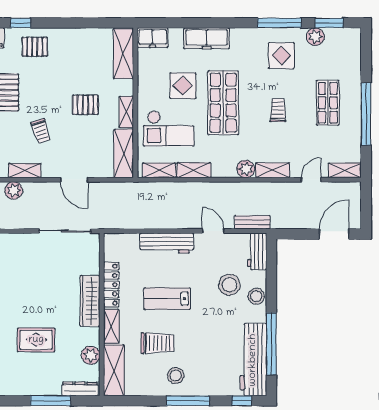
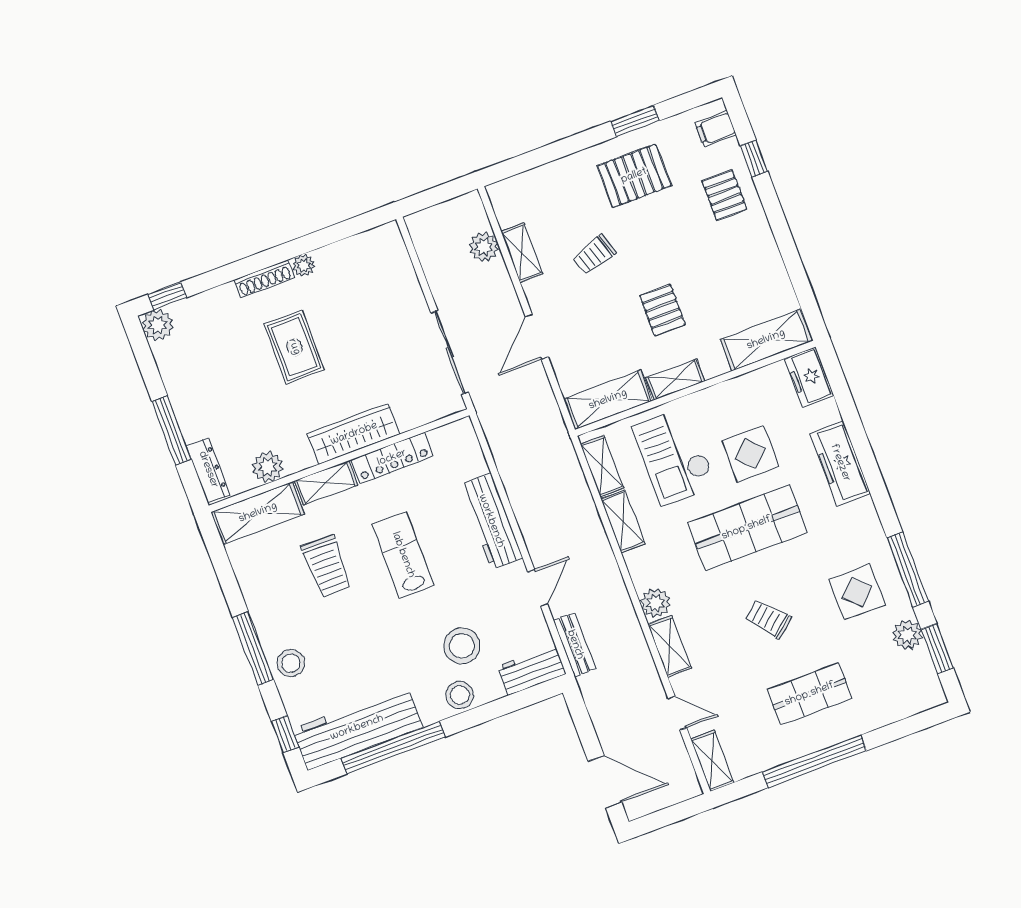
trolley: (278, 110) -> (768, 619), turned -131
rug: (36, 340) -> (294, 347), moved
stool: (176, 375) -> (291, 663), moved

